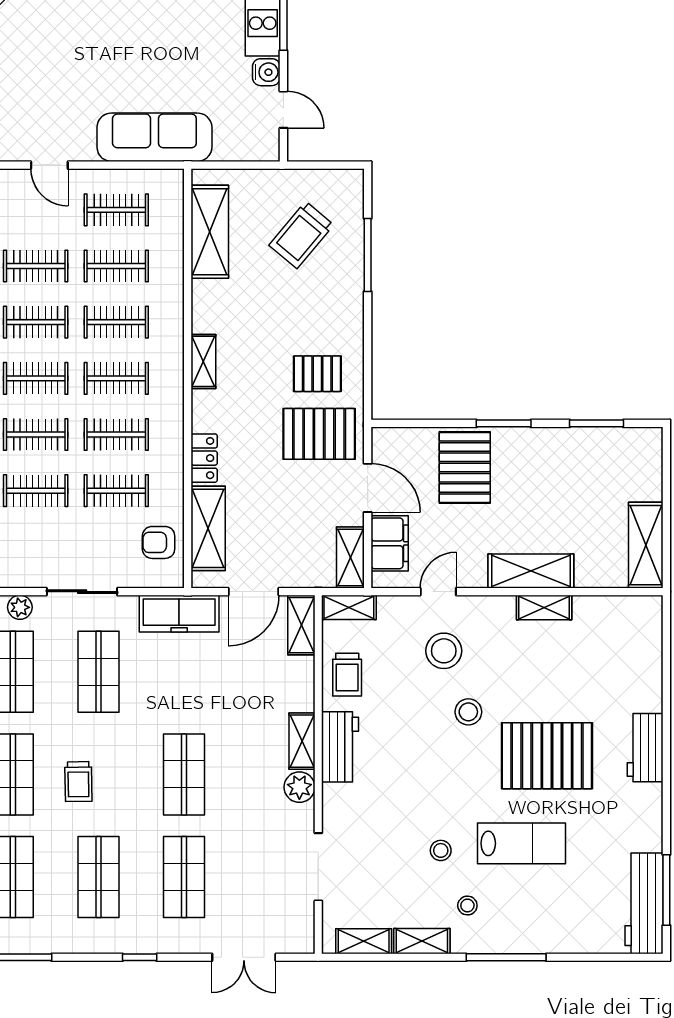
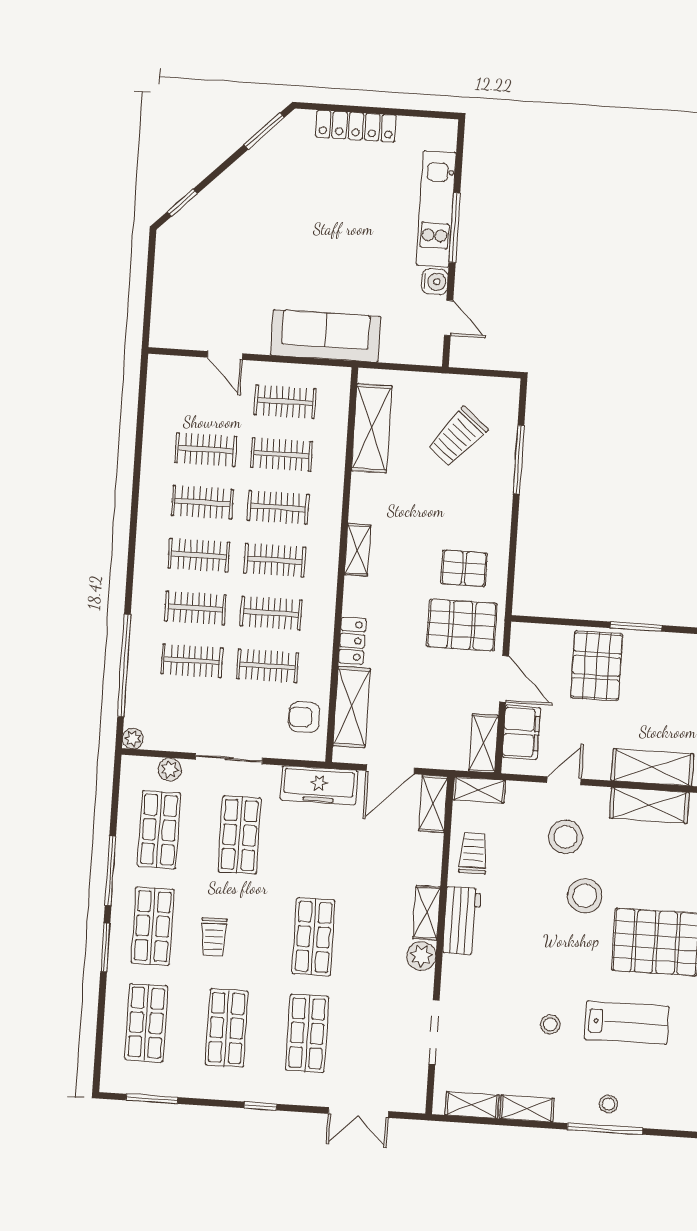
shelving: (544, 607) -> (649, 805), width x1.50, depth x1.33
trolley: (347, 675) -> (473, 853), turned 180
stool: (468, 712) -> (585, 896), width x1.38, depth x1.38
stool: (467, 906) -> (608, 1104), moved

